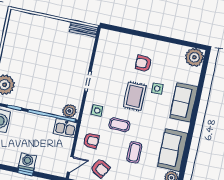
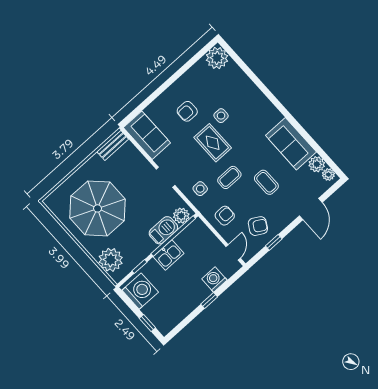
parasol: (33, 50) -> (97, 208), added
sofa: (184, 102) -> (147, 135), moved, turned 180
barbecue: (51, 106) -> (163, 230), added
kitchen sink: (65, 128) -> (169, 255), moved
washing machine: (27, 162) -> (214, 279), moved

